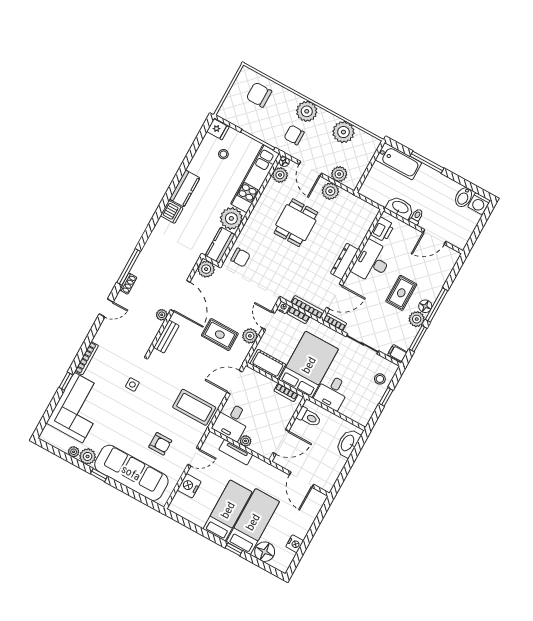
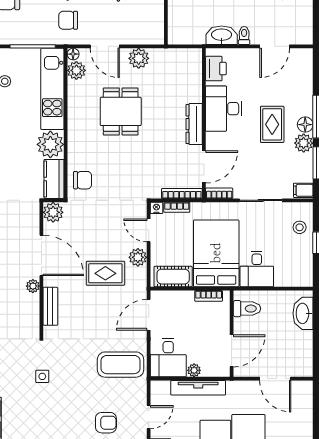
plant: (339, 174) -> (138, 35), removed
tv unit: (236, 452) -> (198, 388), width x1.41

